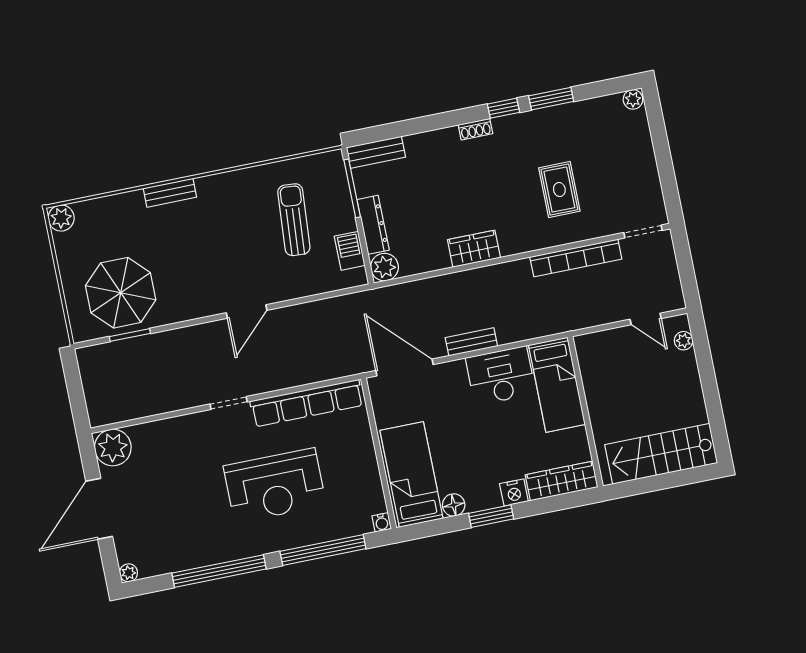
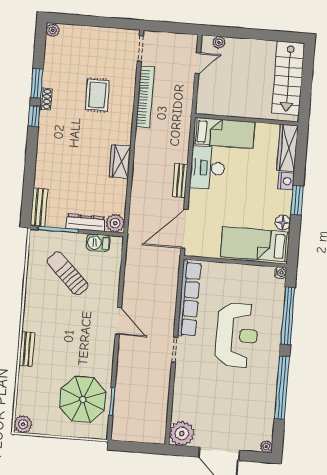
shoe rack: (475, 129) -> (46, 99), moved
rug: (559, 190) -> (97, 95), turned 90
sun lounger: (294, 220) -> (68, 273), turned 40

